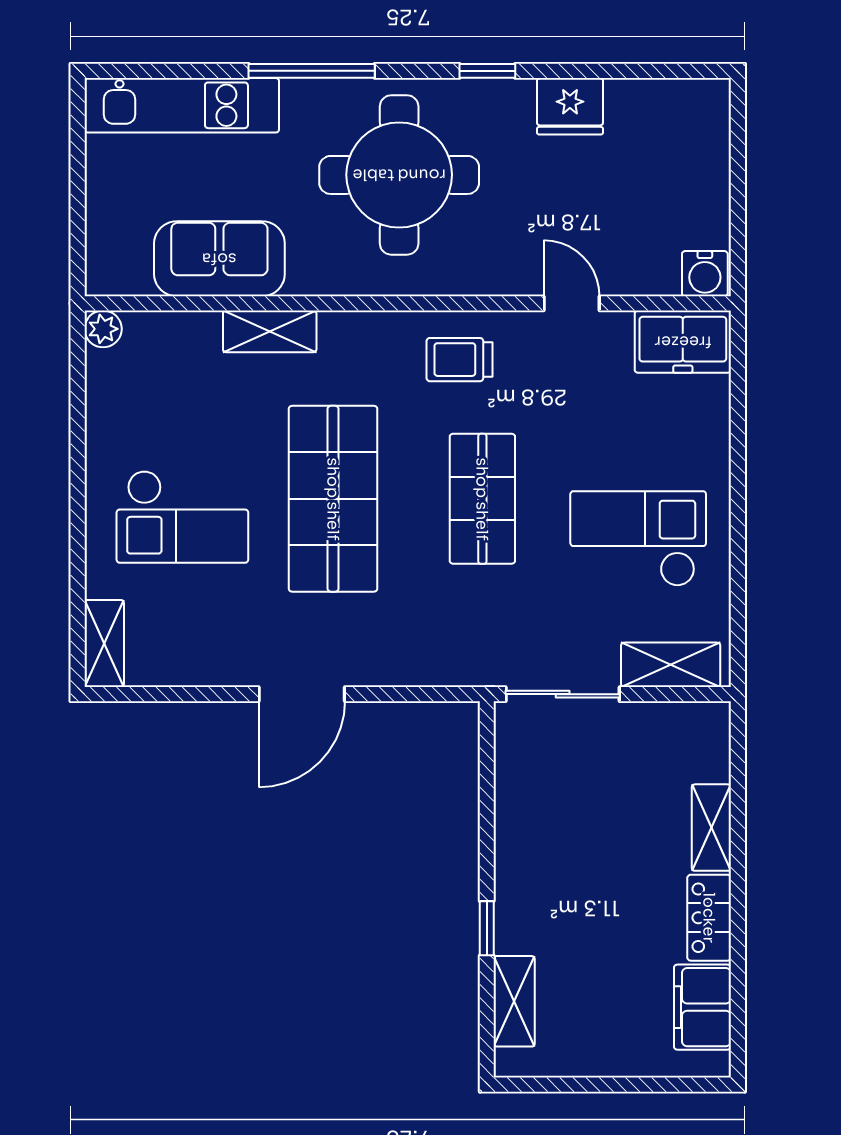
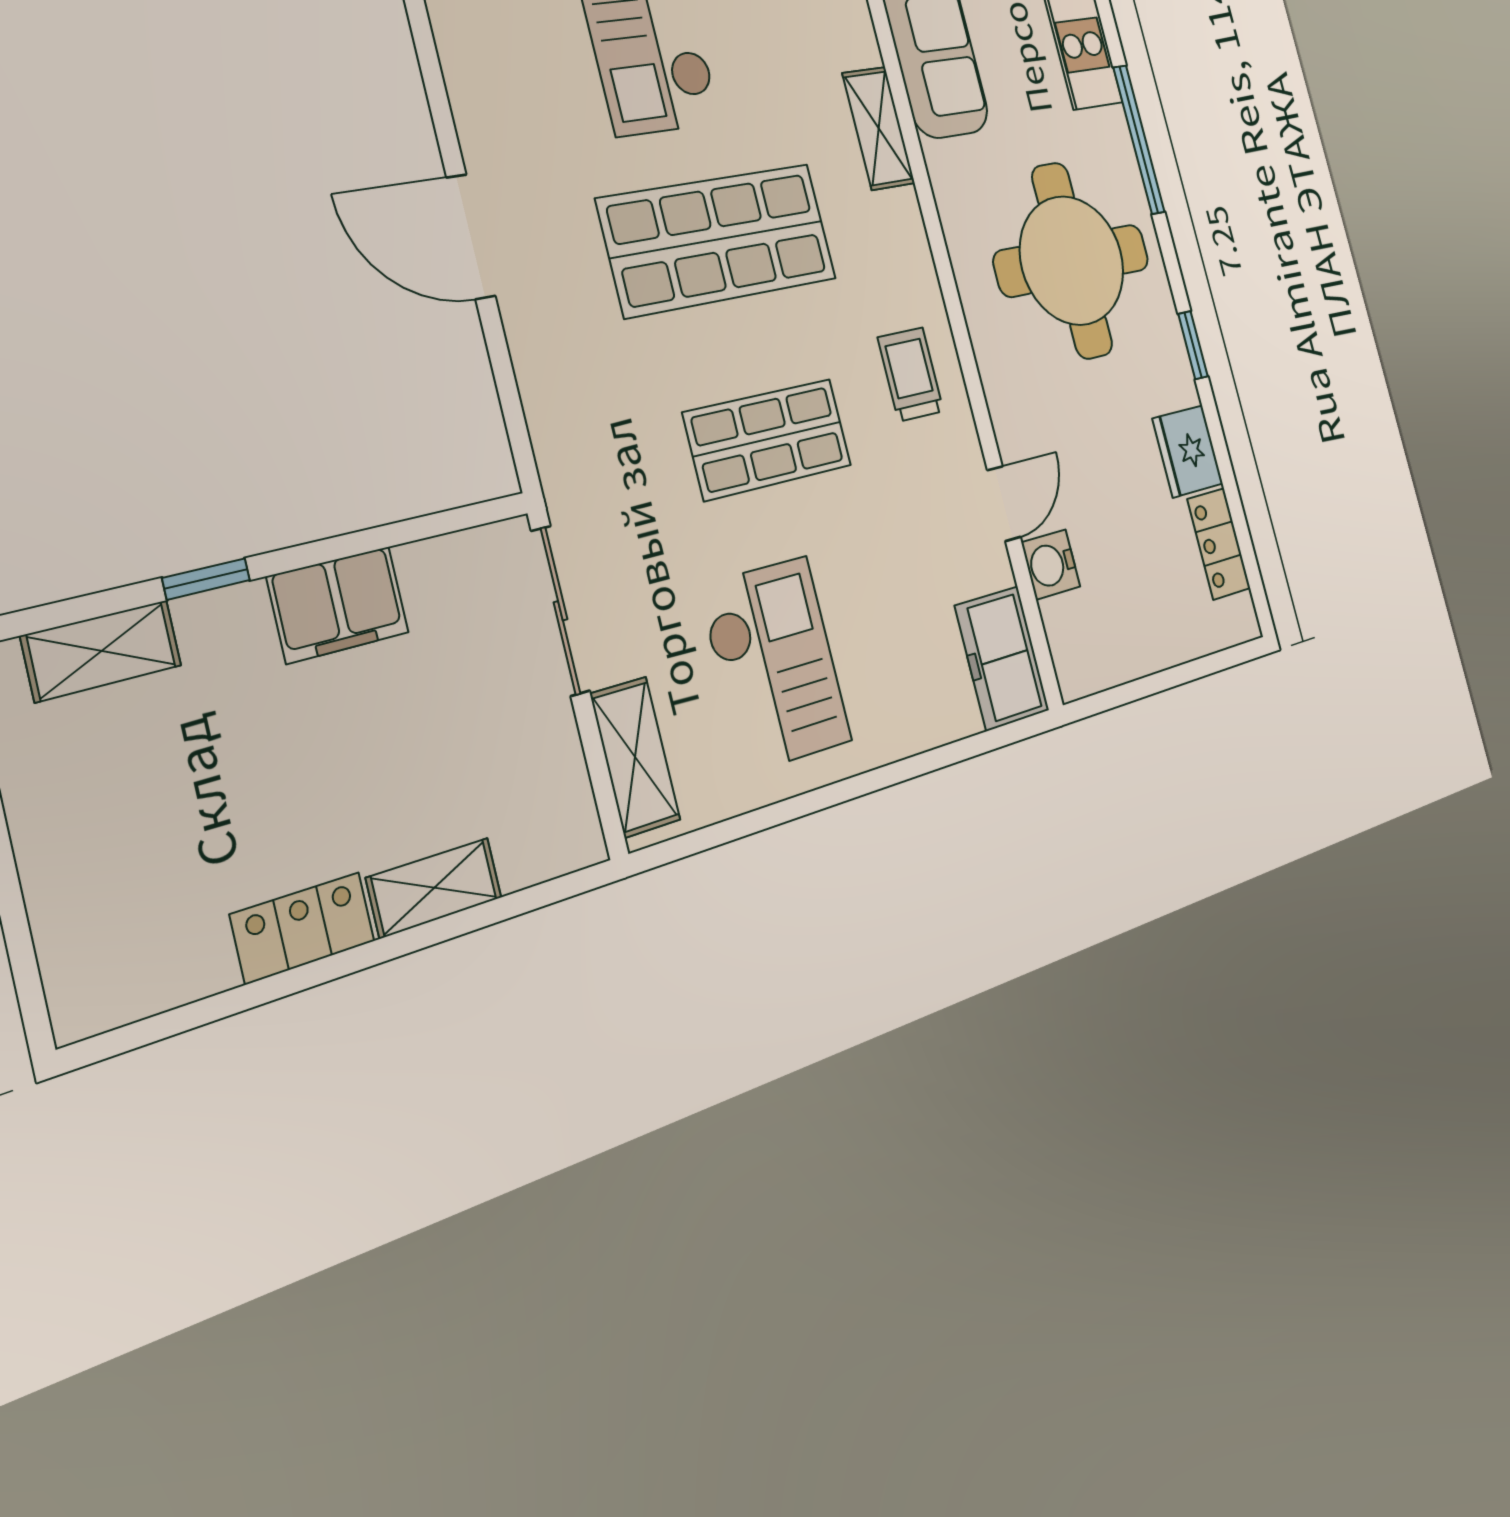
locker: (648, 99) -> (1219, 544), added
water cooler: (705, 274) -> (1051, 565), moved
filing cabinet: (703, 1007) -> (338, 605), moved, turned 180

